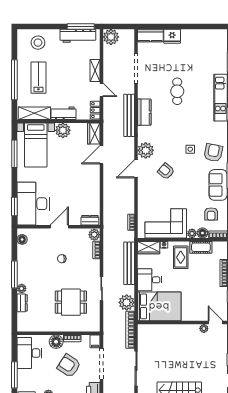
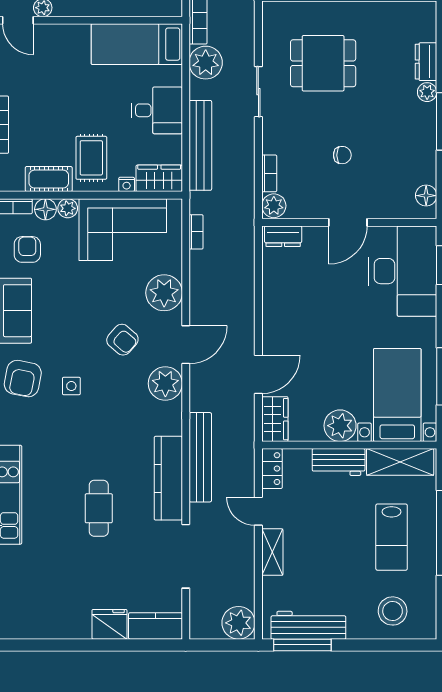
kitchen counter: (144, 112) -> (168, 478), width x1.50
plant: (146, 193) -> (164, 293), added
bed: (159, 306) -> (137, 44), width x0.67

